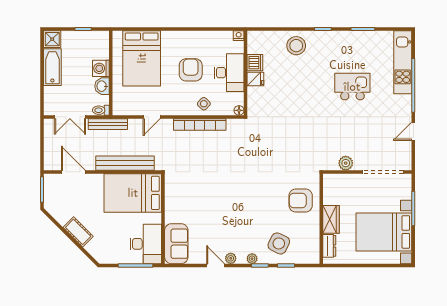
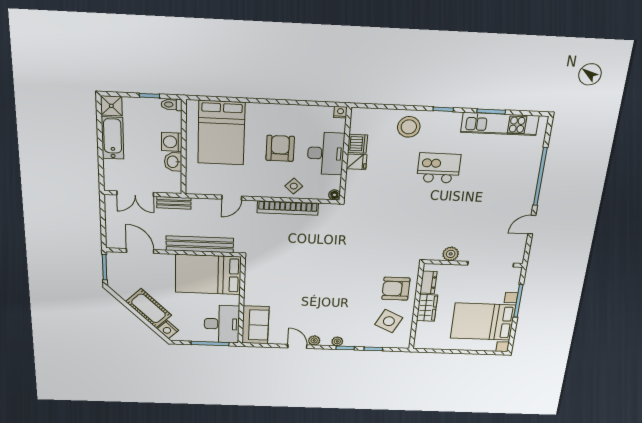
kitchen unit: (403, 62) -> (500, 124), moved, turned -90
kitchen island: (352, 87) -> (439, 168), moved
toilet: (101, 110) -> (172, 105), moved
bench: (108, 124) -> (174, 203), width x0.73
cot: (78, 232) -> (149, 308), width x1.37, depth x1.34
side table: (279, 243) -> (389, 321), moved
dresser: (329, 246) -> (428, 282), moved
nightstand: (97, 252) -> (168, 330), added

